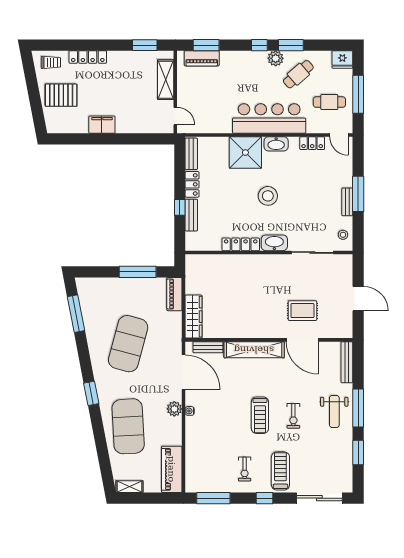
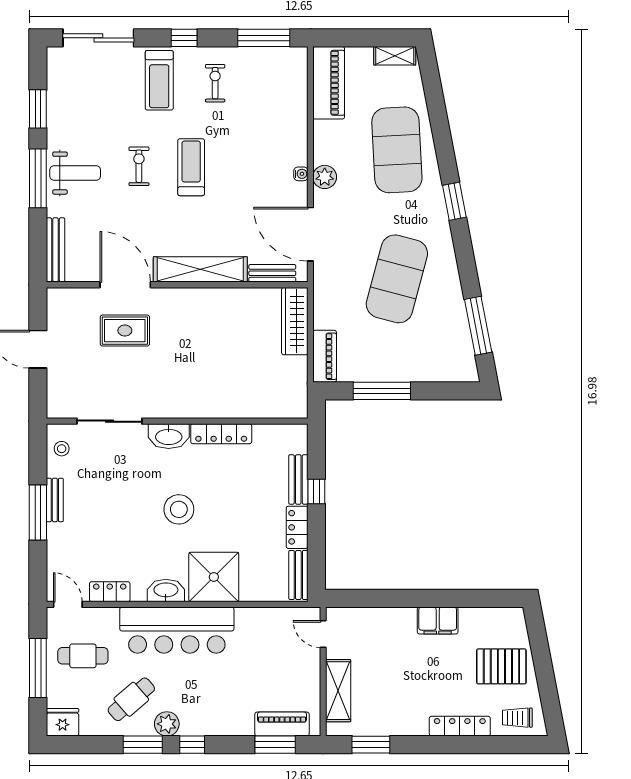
weight bench: (334, 411) -> (75, 173), turned 90

